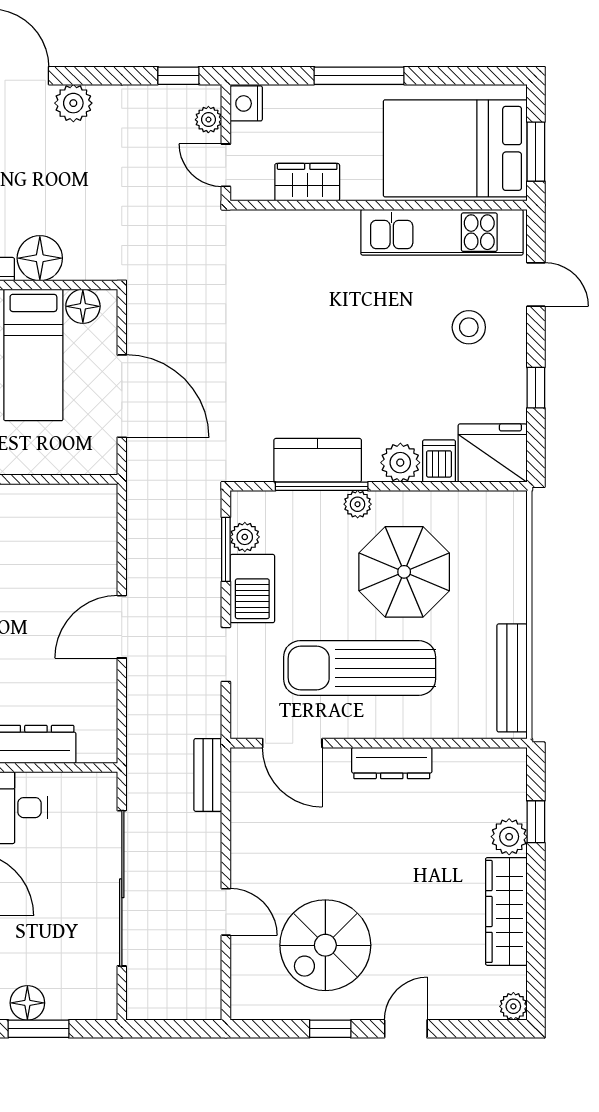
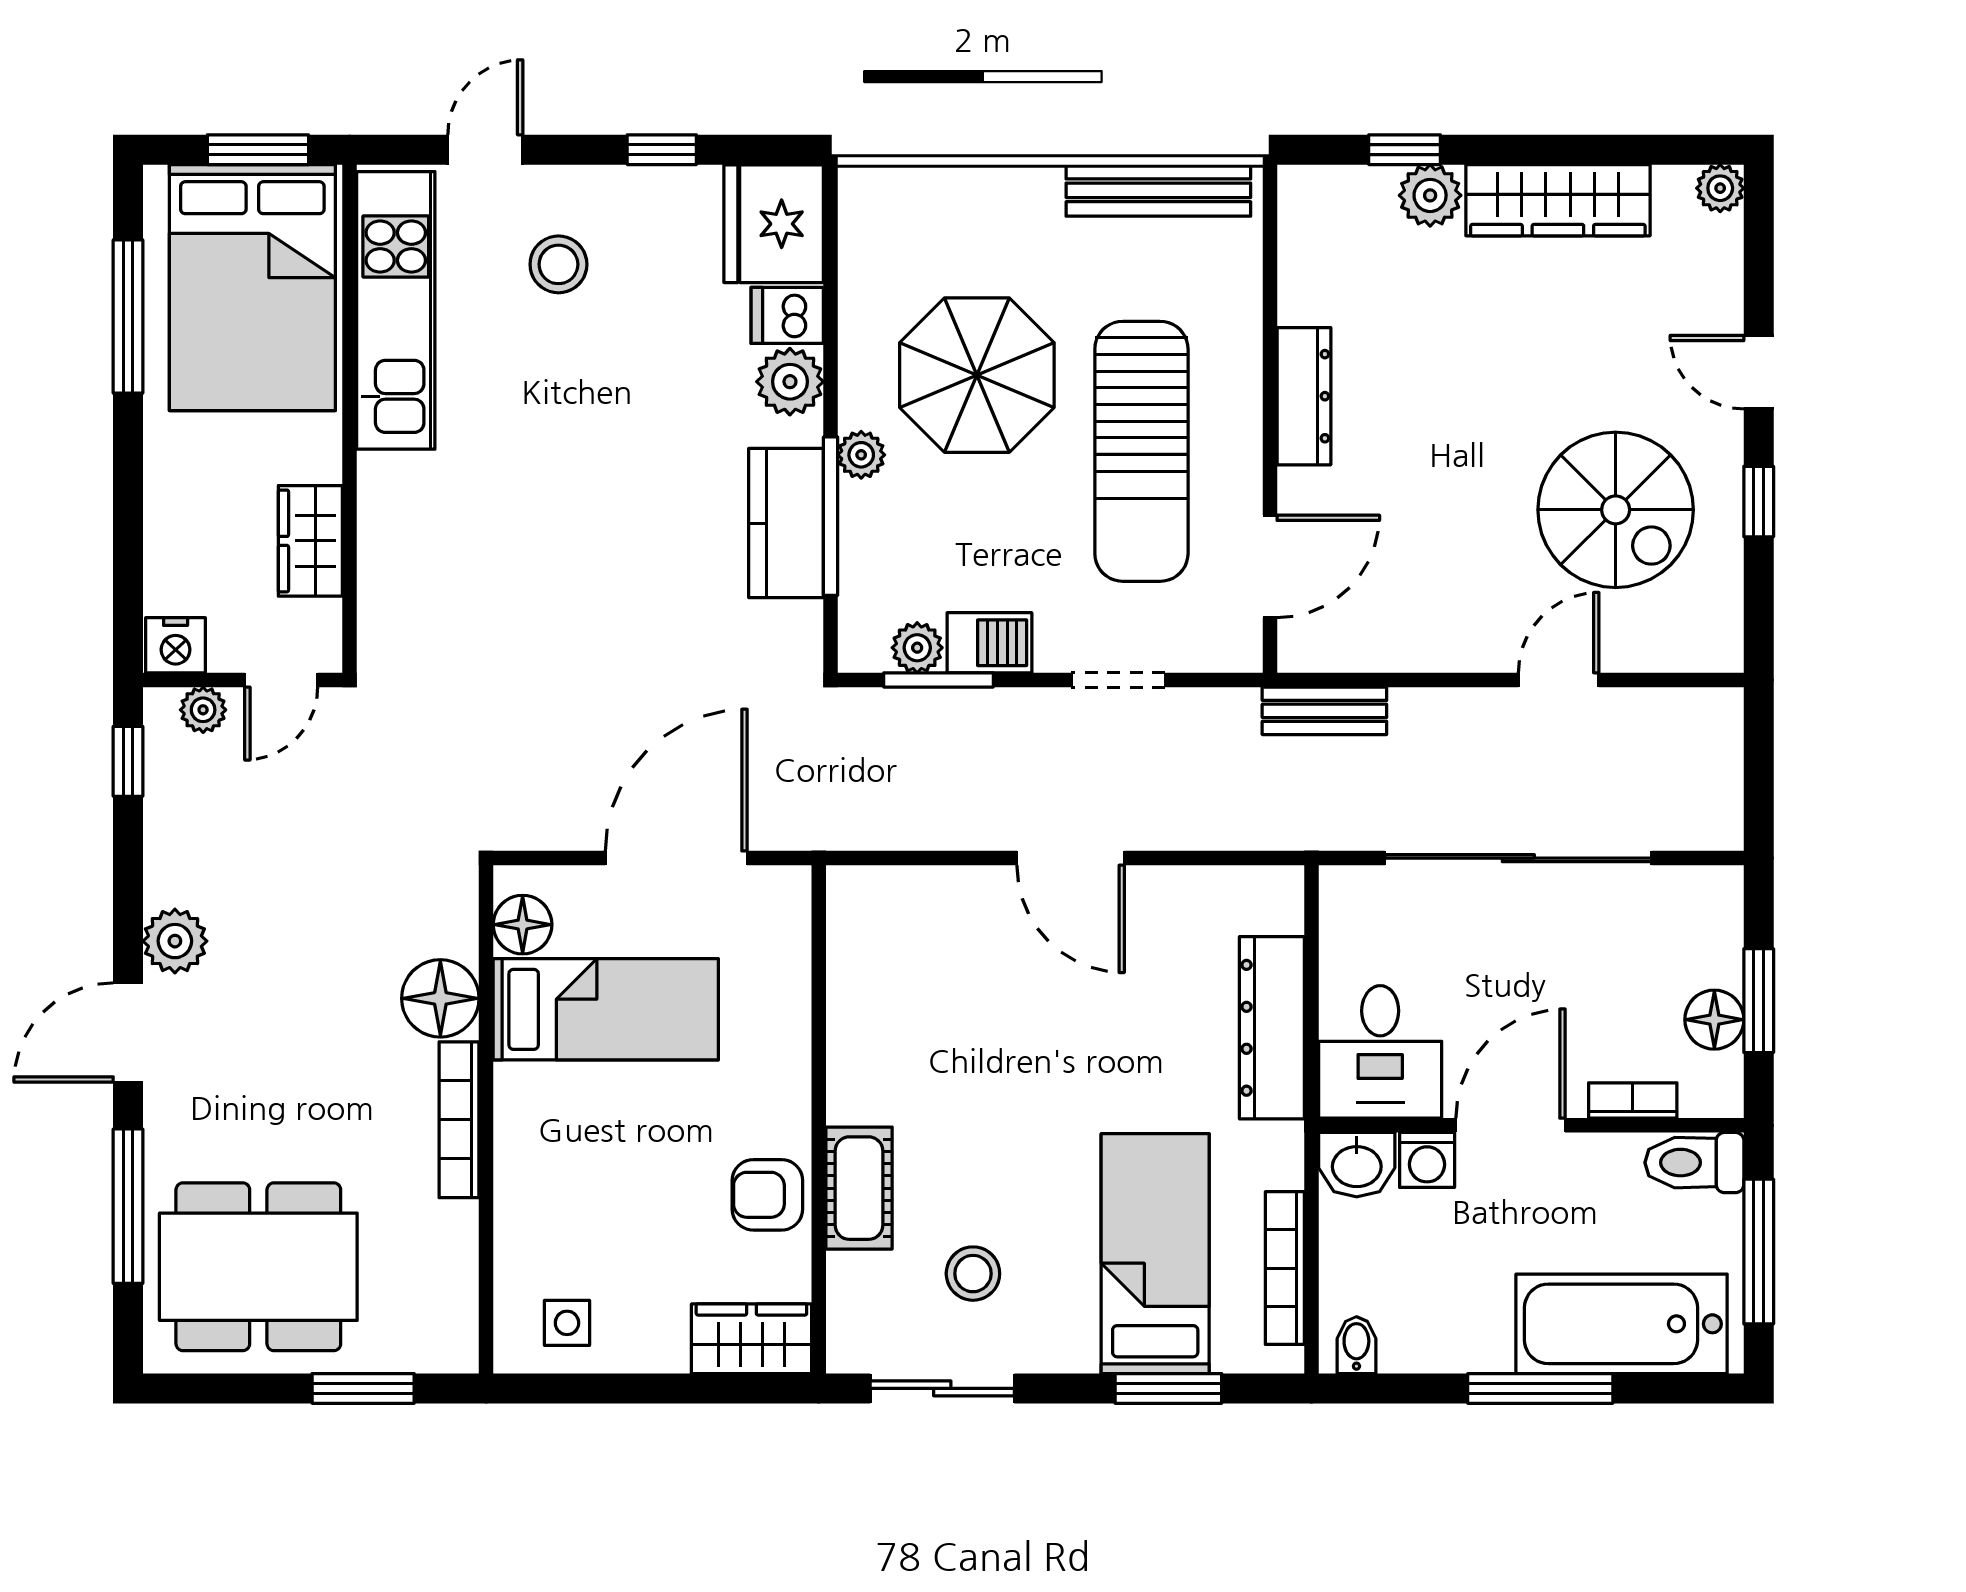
window: (359, 76) -> (128, 317), moved
barbecue: (252, 589) -> (989, 643), width x0.73, depth x0.79

